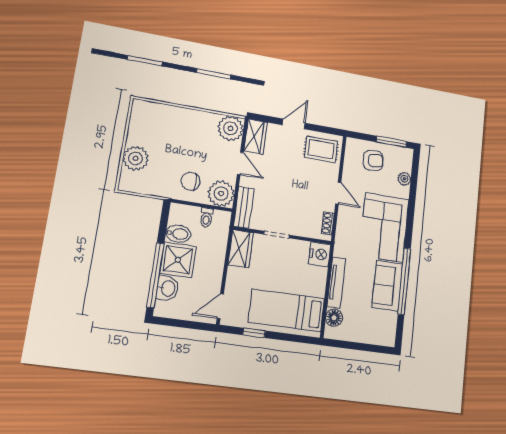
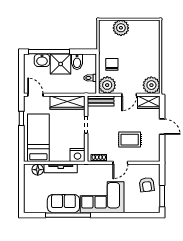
rug: (321, 149) -> (130, 140), moved, turned 90
plant: (404, 179) -> (138, 208), removed
wardrobe: (241, 249) -> (68, 103), width x1.50

